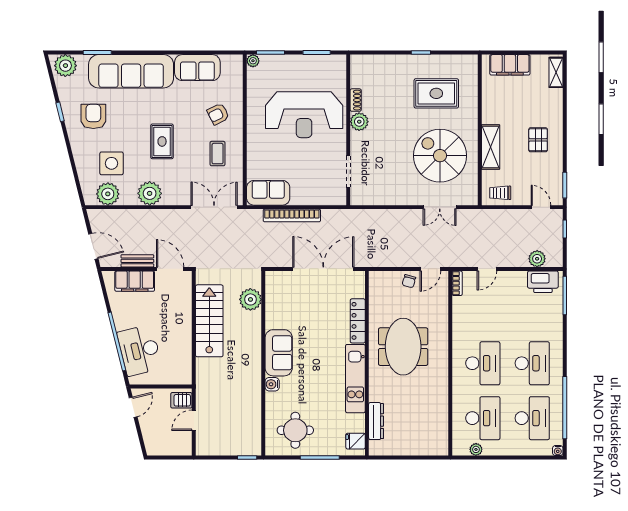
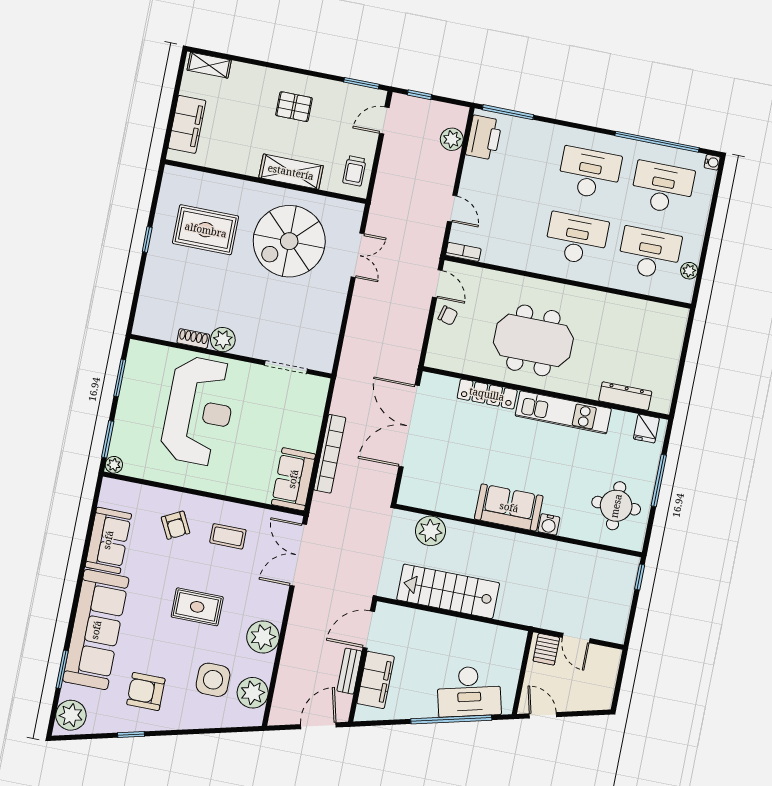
rug: (436, 93) -> (206, 230), turned 90

